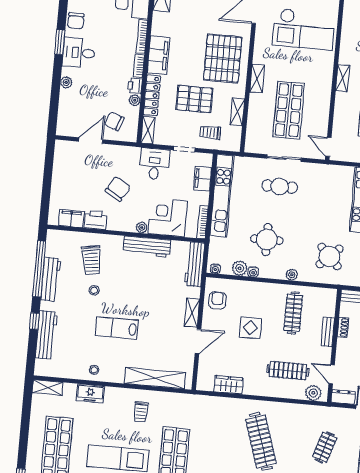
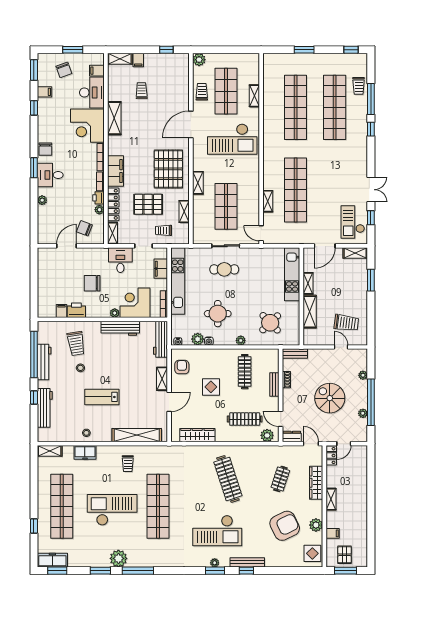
shelving: (343, 78) -> (268, 201), moved
chair: (118, 189) -> (92, 283), turned -122
filing cabinet: (71, 219) -> (61, 311), width x0.50
wardrobe: (229, 385) -> (197, 435), width x1.50

